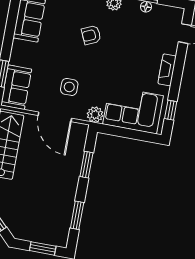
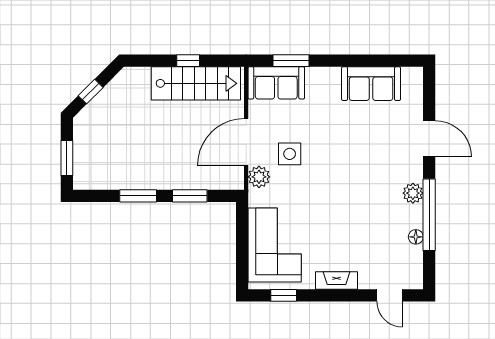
armchair: (91, 35) -> (365, 171), removed
plant: (95, 115) -> (259, 177), moved
window: (77, 215) -> (138, 196), moved

